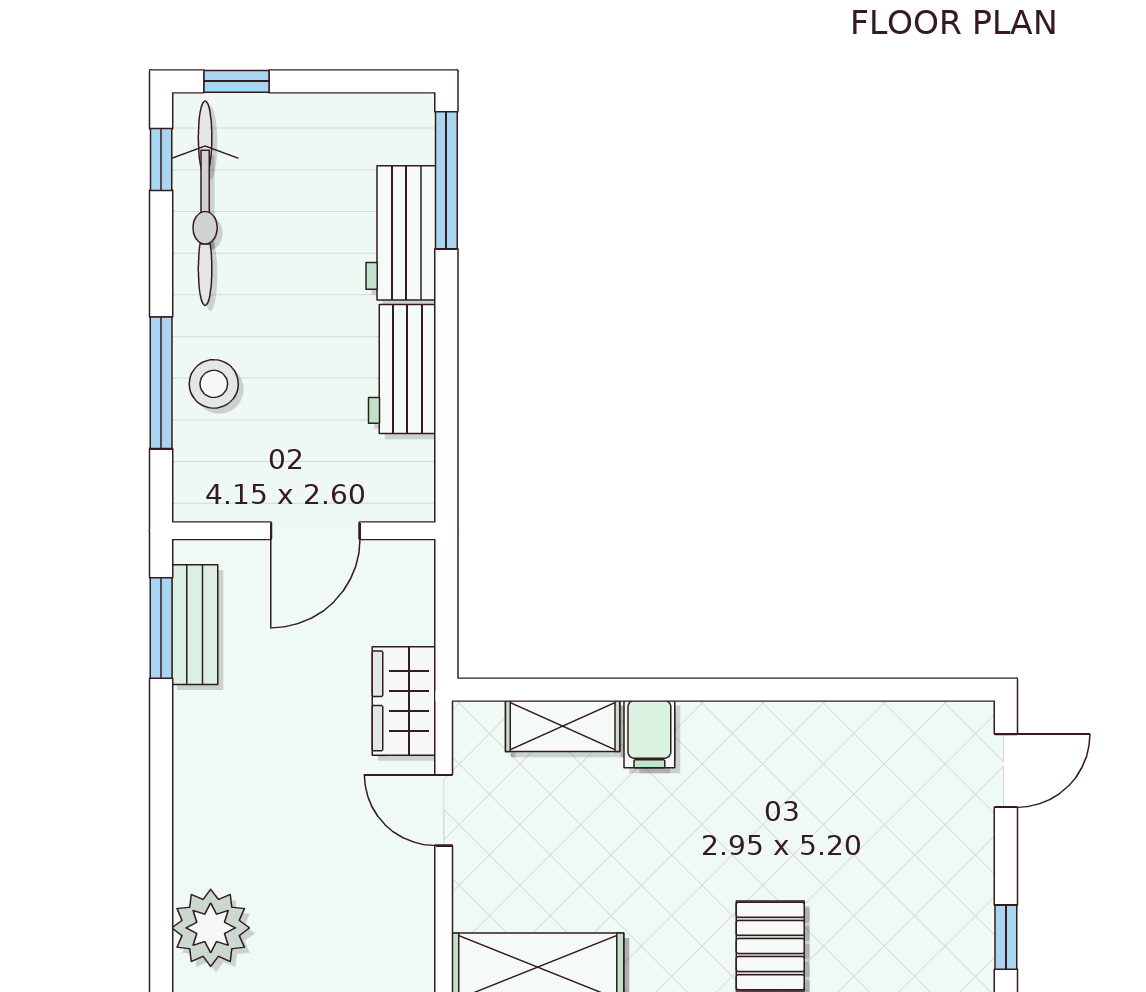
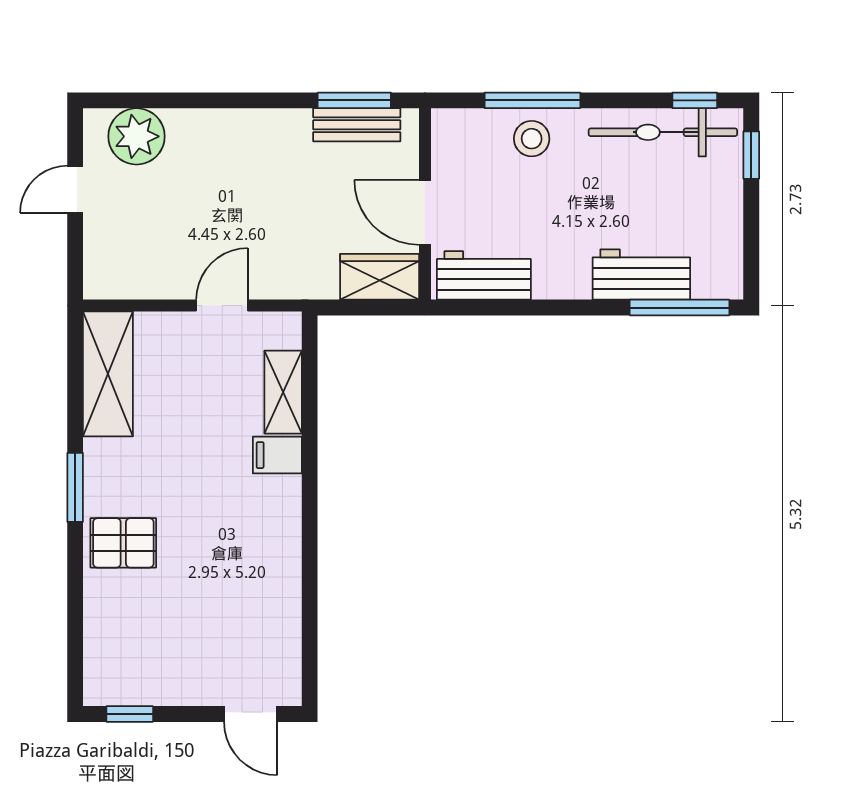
workbench: (402, 369) -> (484, 275), moved
wardrobe: (404, 701) -> (380, 277), moved

